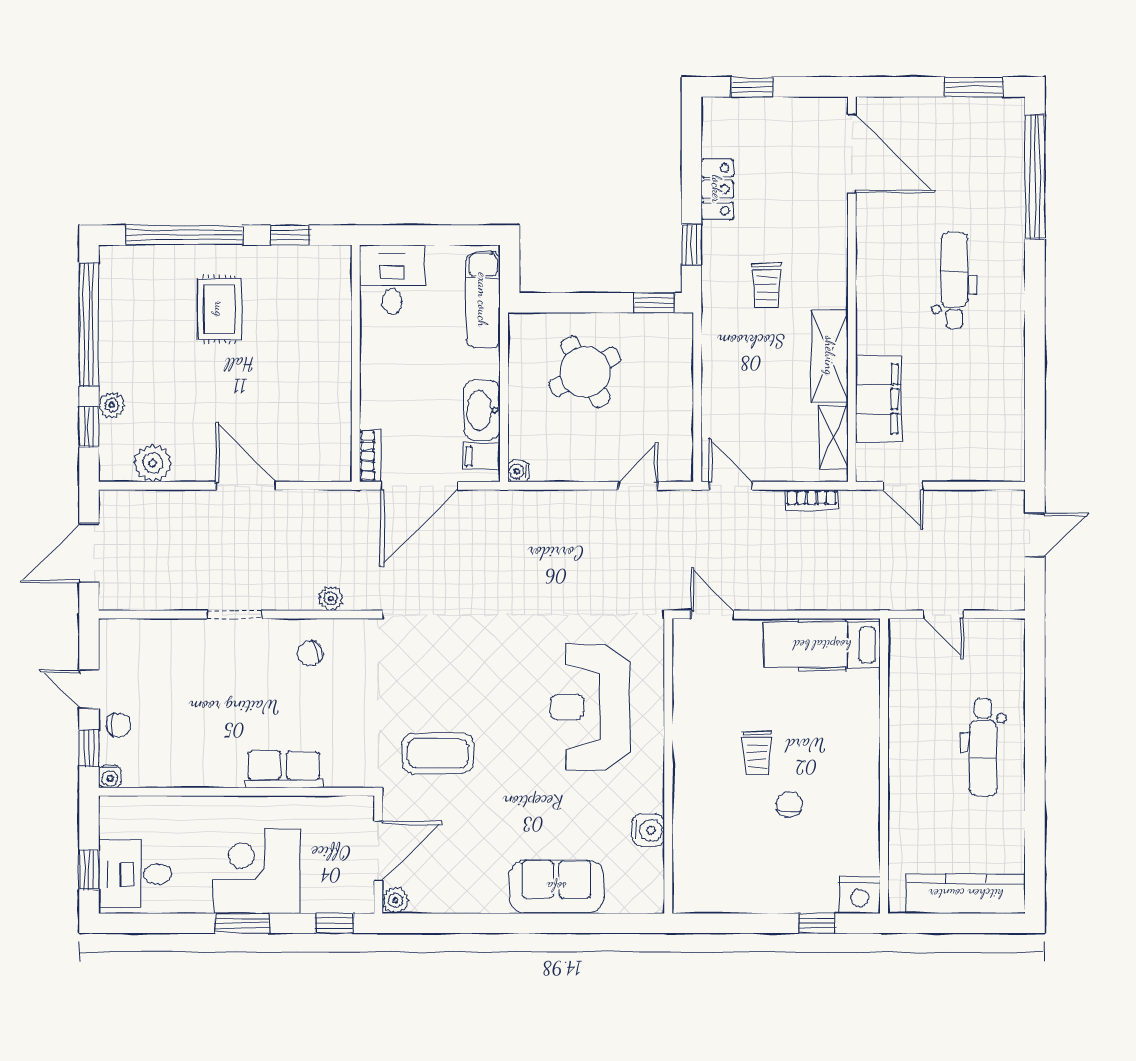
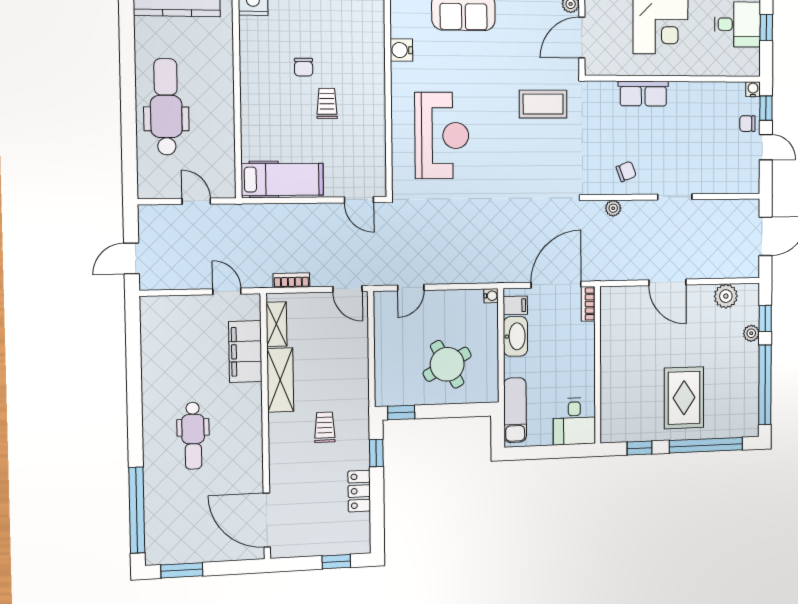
rug: (220, 309) -> (684, 398), width x1.36, depth x1.43
dental chair: (983, 747) -> (166, 107), width x1.36, depth x1.38

